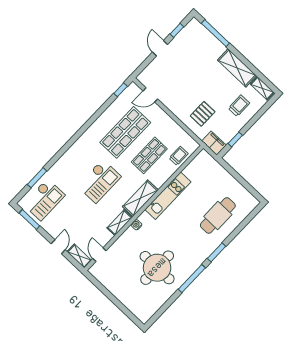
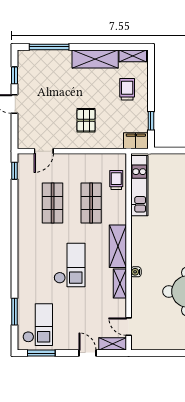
pallet: (203, 114) -> (86, 120), moved
shop shelf: (125, 132) -> (53, 203), width x0.70, depth x0.74
kitchen unit: (168, 196) -> (139, 186), moved

